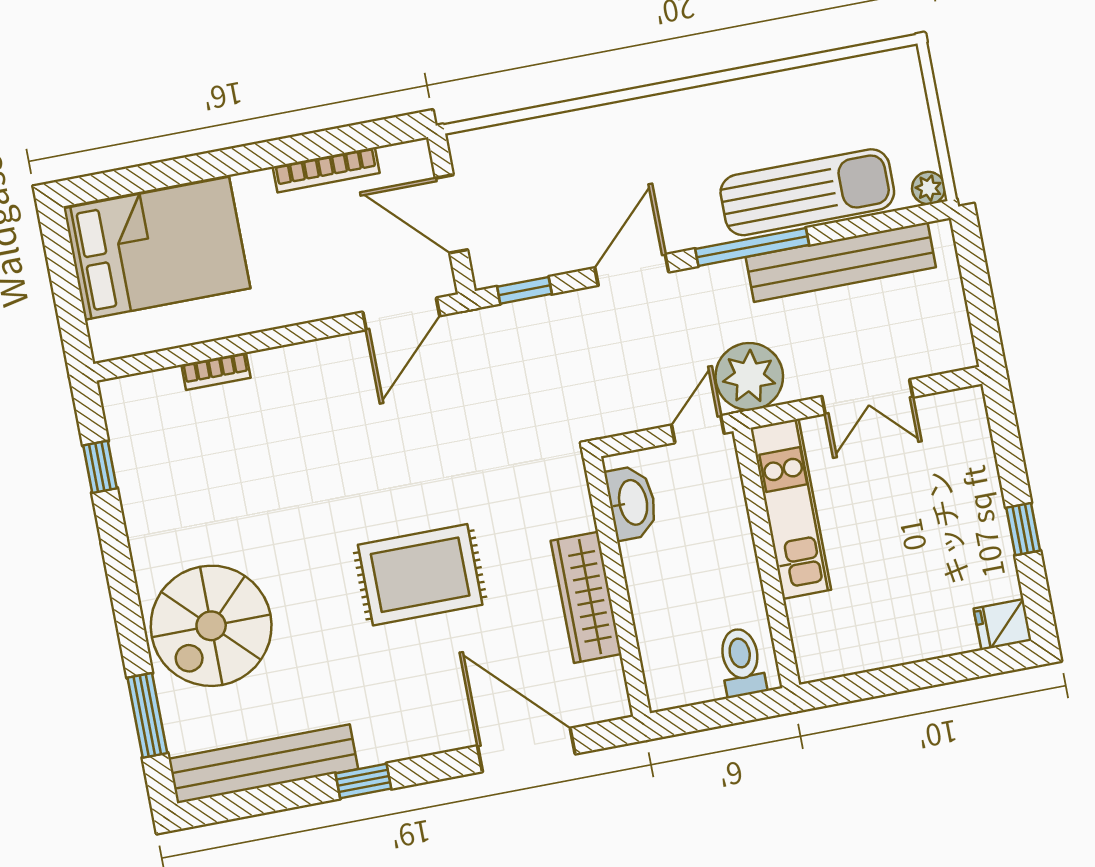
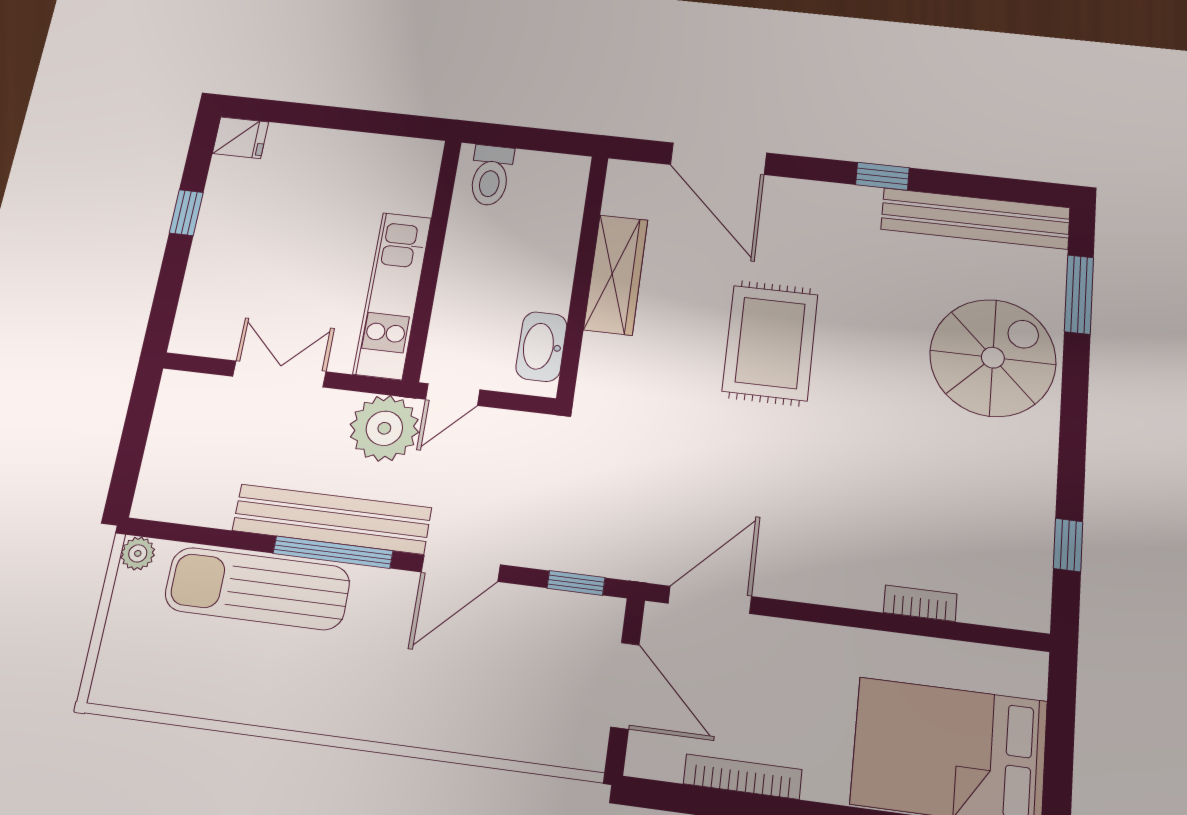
bench: (841, 262) -> (332, 519), moved
rug: (420, 575) -> (770, 343), turned 90

